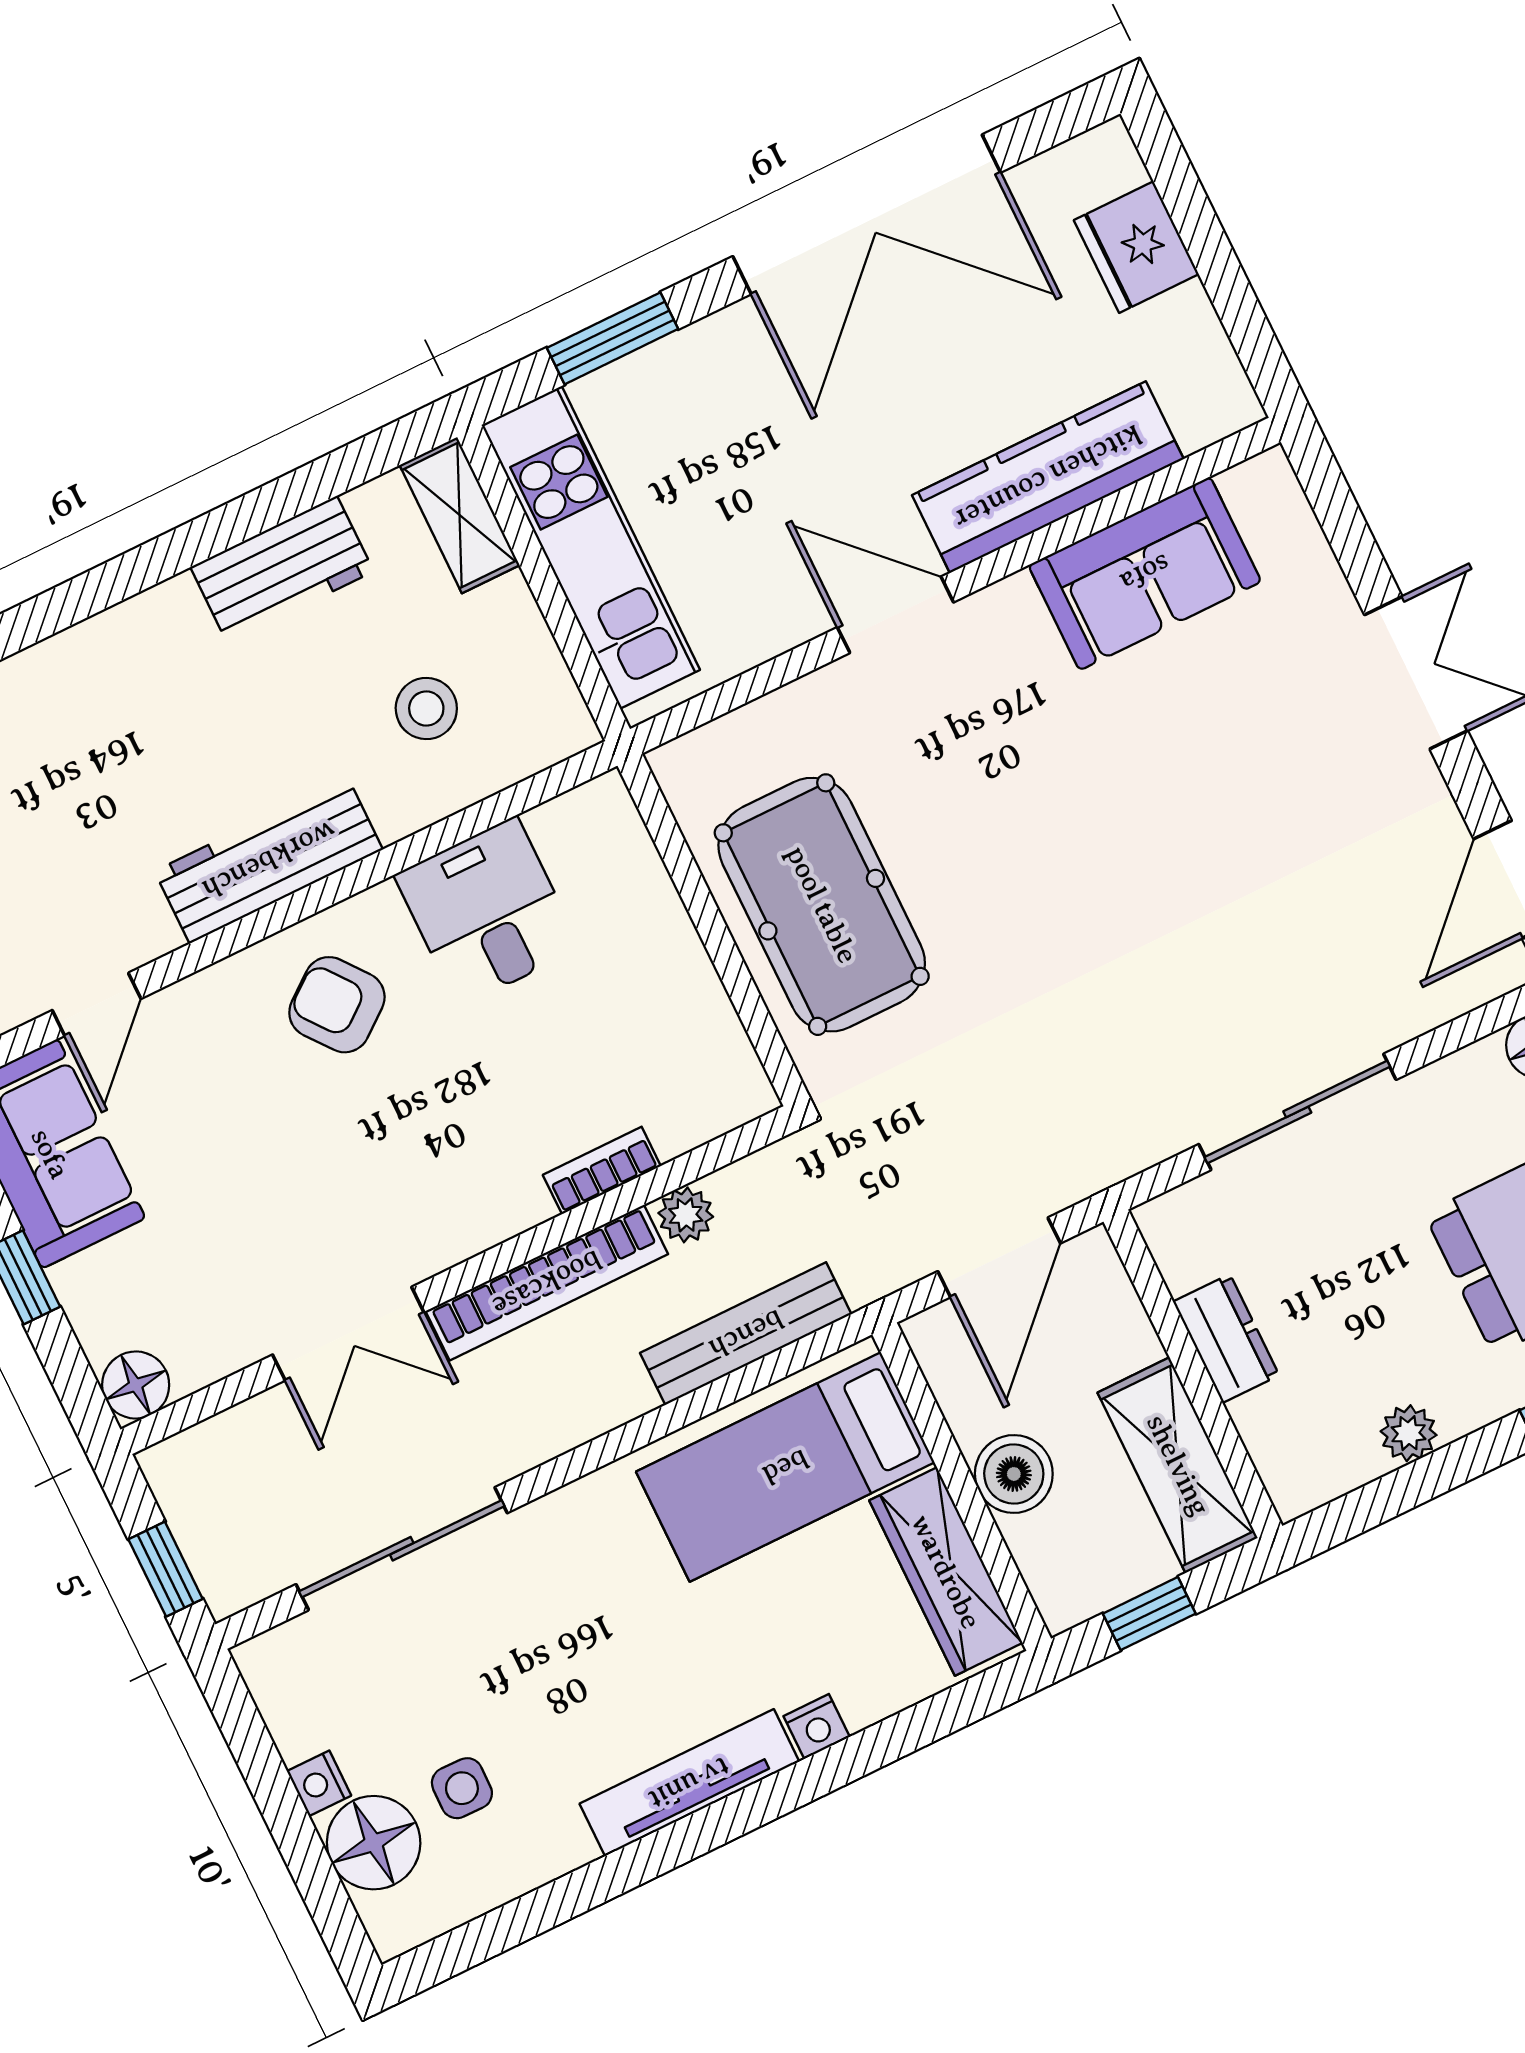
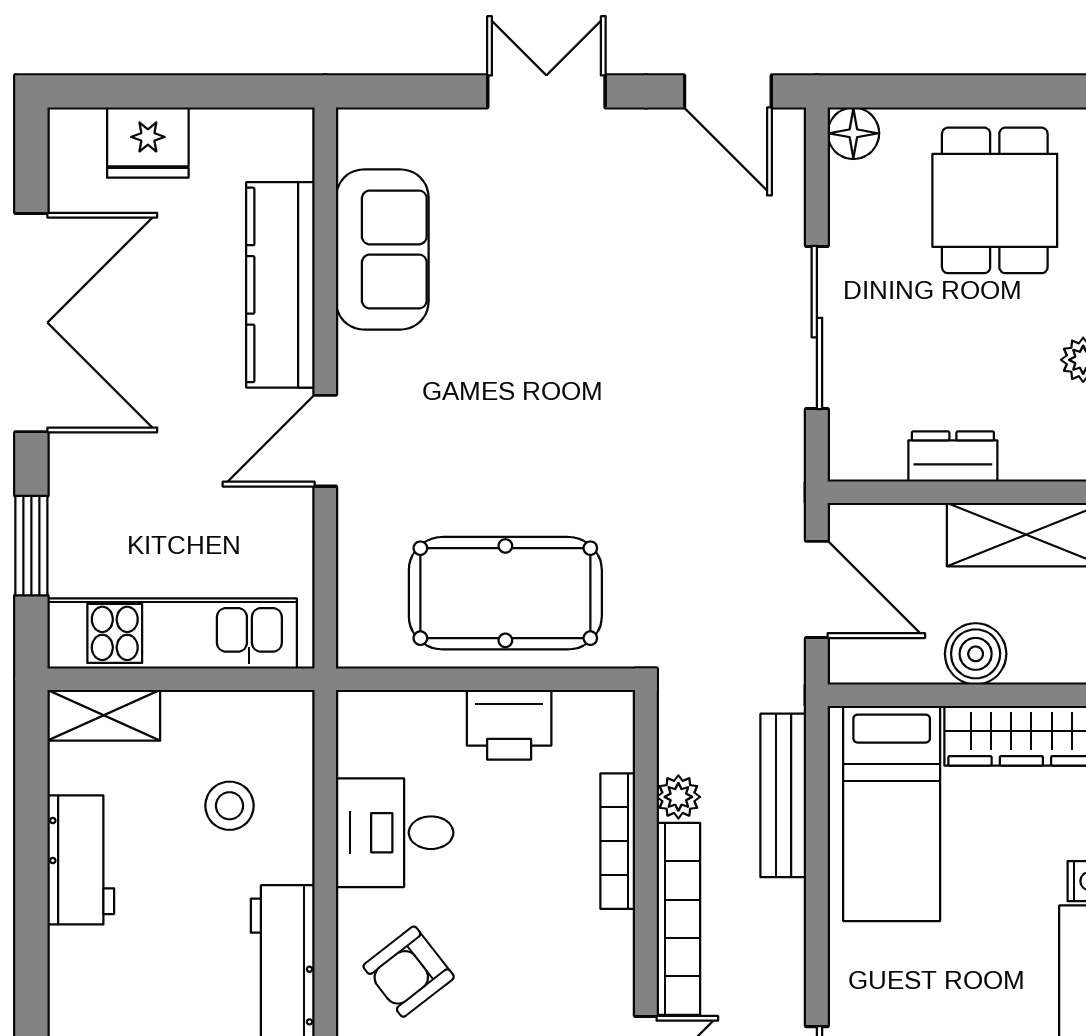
printer: (674, 982) -> (509, 725), added
bookcase: (602, 1170) -> (618, 841), width x1.56

